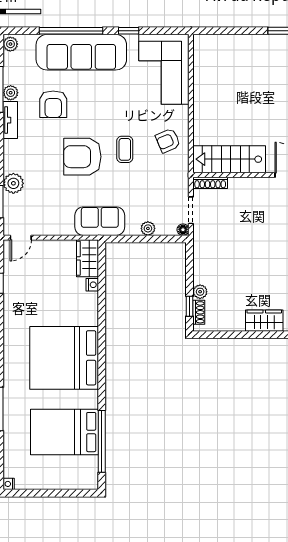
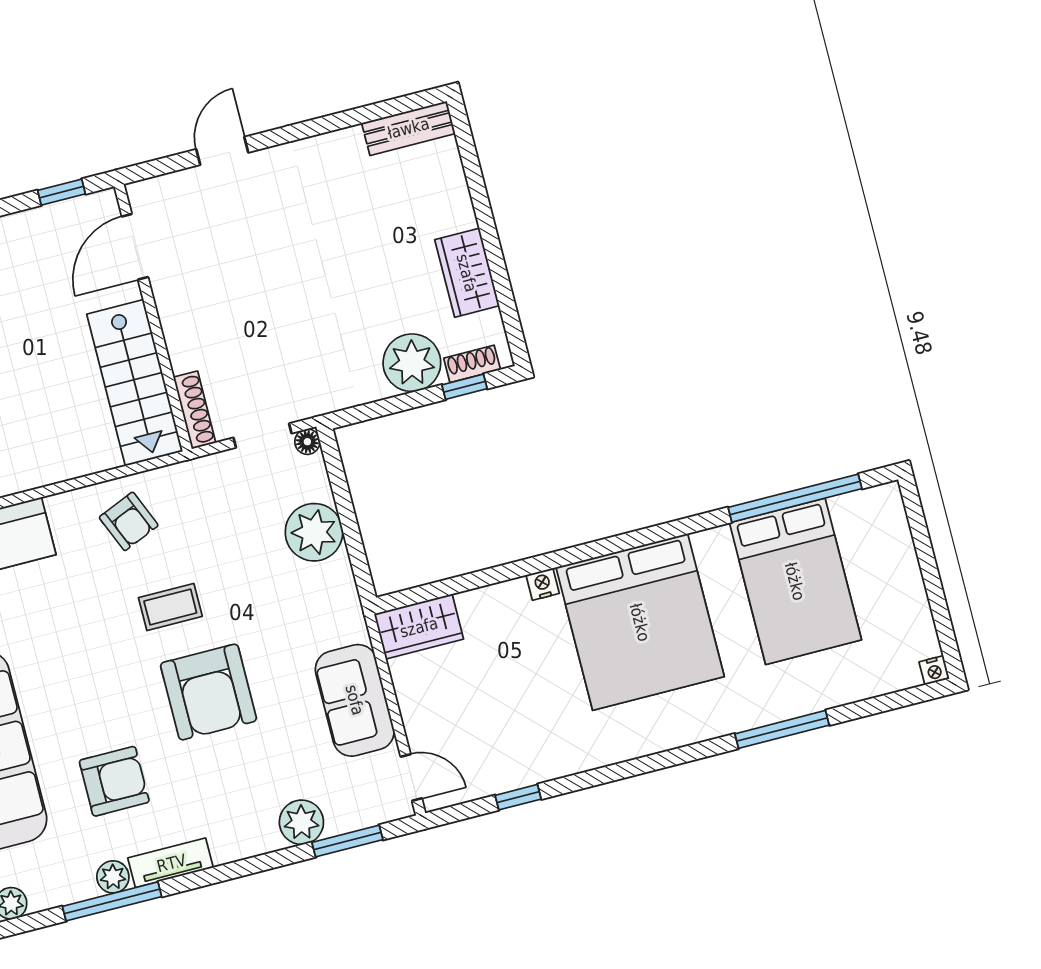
sofa: (100, 221) -> (355, 700), moved
plant: (148, 228) -> (314, 532), width x1.87, depth x1.87
nightstand: (92, 285) -> (543, 584), moved
plant: (200, 292) -> (412, 363), width x1.88, depth x1.88
wardrobe: (264, 321) -> (467, 273), moved

